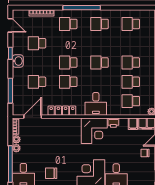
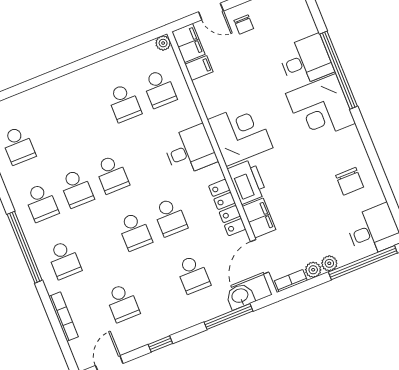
washbasin: (18, 61) -> (240, 296), moved
school desk: (131, 63) -> (76, 188), moved
door: (33, 117) -> (260, 257), hinge flipped
printer: (113, 123) -> (247, 182), moved, width x1.87, depth x1.48
filing cabinet: (51, 124) -> (259, 218), added

